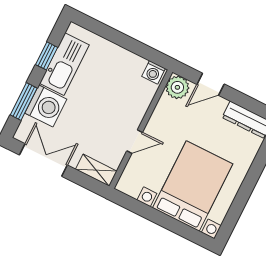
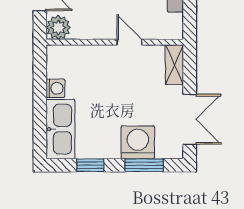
kitchen sink: (64, 64) -> (60, 129), moved, turned 90
washing machine: (154, 72) -> (55, 88), moved
double door: (43, 160) -> (190, 119), swing flipped

